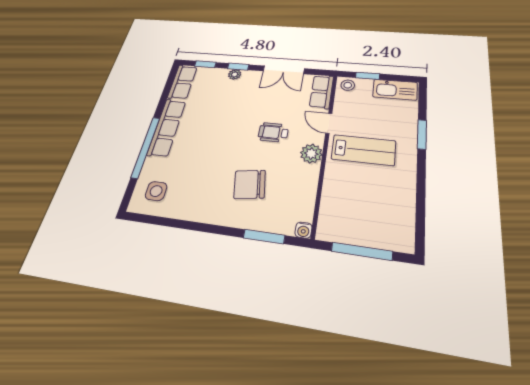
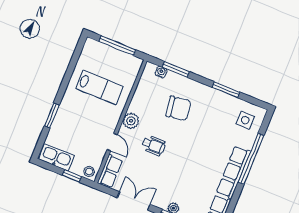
lab bench: (363, 150) -> (99, 87), moved, turned 180
window: (187, 225) -> (226, 90), added
water cooler: (303, 230) -> (161, 72), moved

